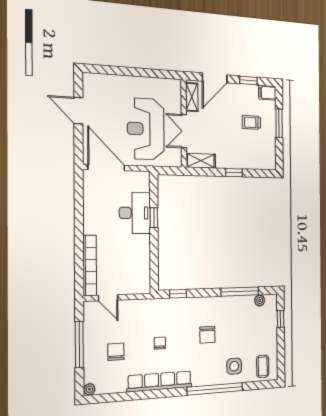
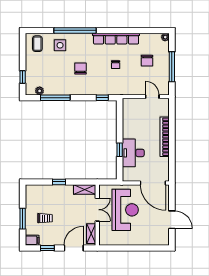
bookcase: (90, 266) -> (165, 137), moved

